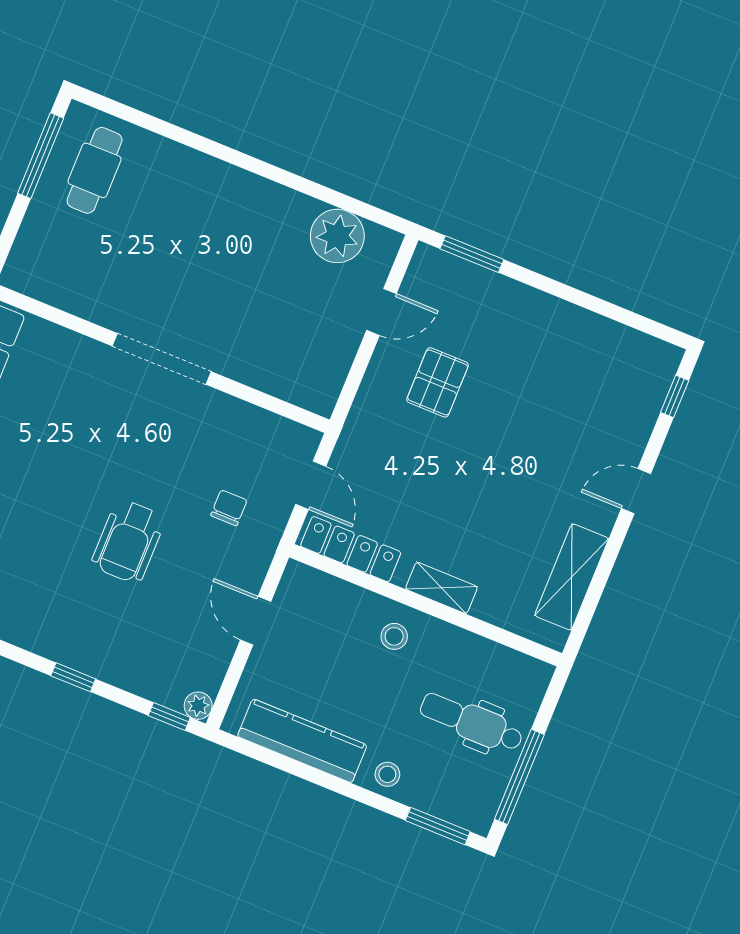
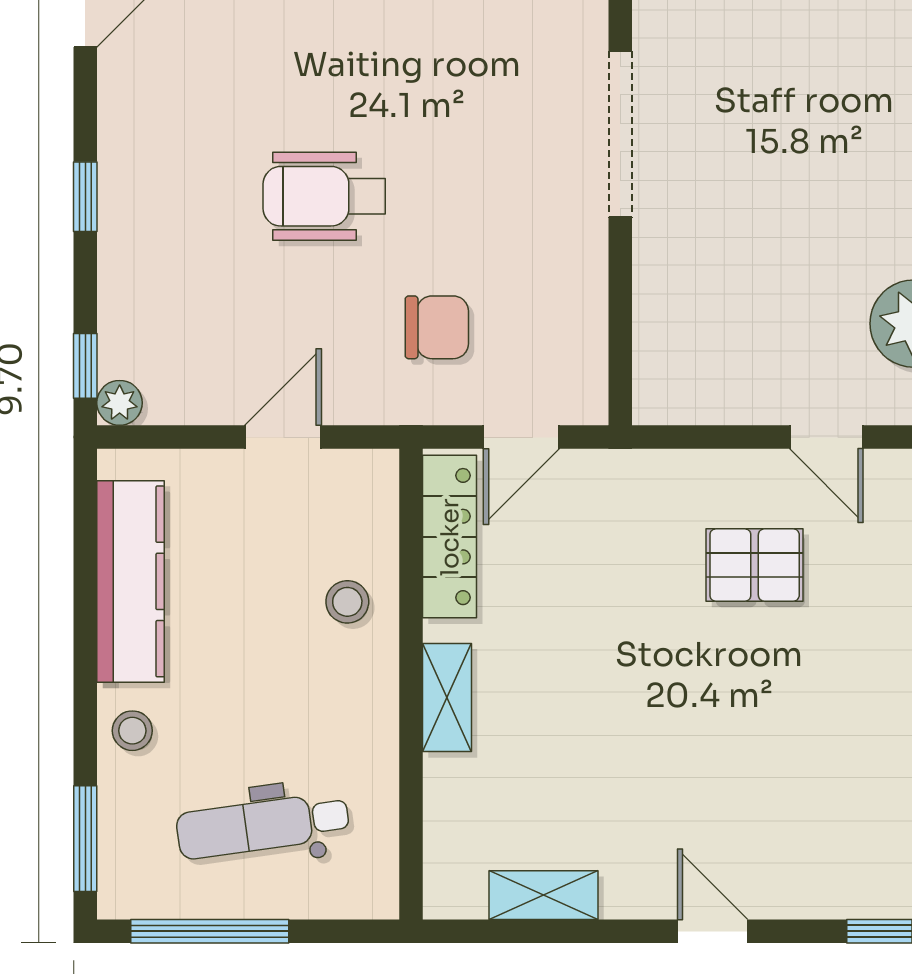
chair: (229, 508) -> (437, 327), width x1.37, depth x1.37
shelving: (572, 577) -> (543, 895), width x0.67, depth x0.75
stool: (394, 636) -> (347, 602), moved
dental chair: (472, 722) -> (263, 826), turned -98

